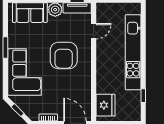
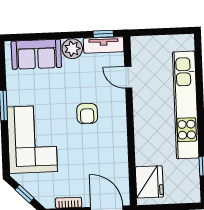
door: (94, 31) -> (128, 77), swing flipped
armchair: (64, 55) -> (87, 114), width x0.53, depth x0.53

